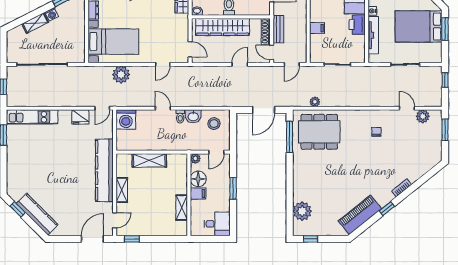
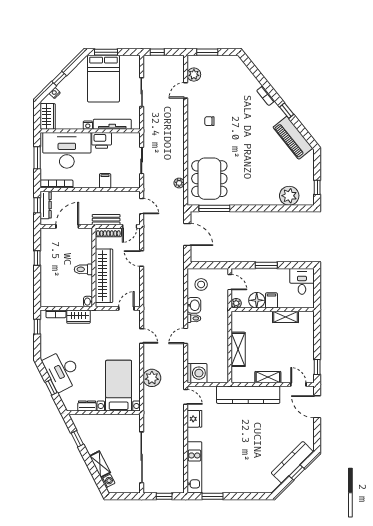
washing machine: (52, 14) -> (108, 481), moved
window: (18, 209) -> (297, 473), moved

